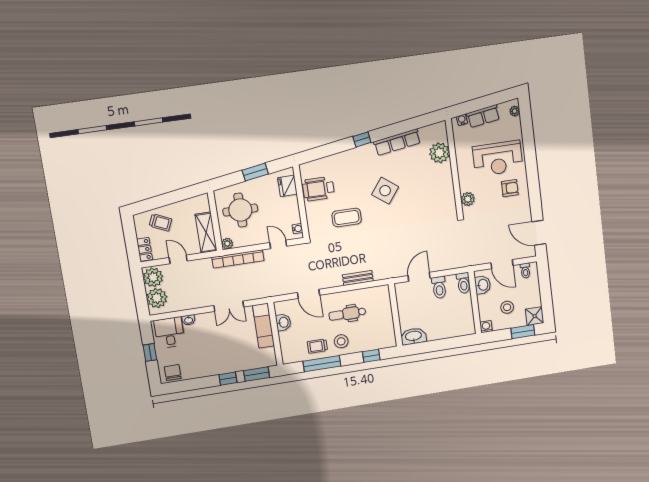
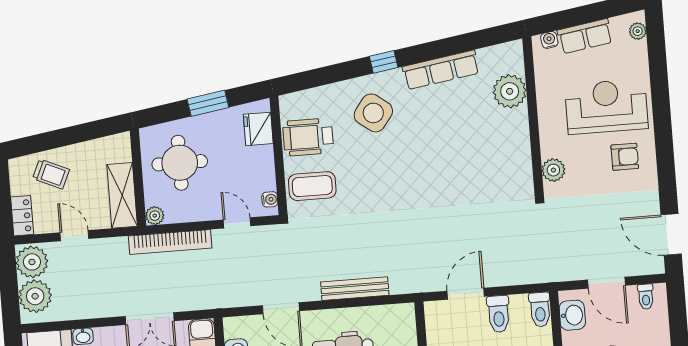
reception desk: (498, 158) -> (606, 107), turned 180
side table: (385, 191) -> (373, 113), moved
coffee table: (347, 218) -> (312, 186), moved
bench: (358, 278) -> (355, 289), width x1.36

